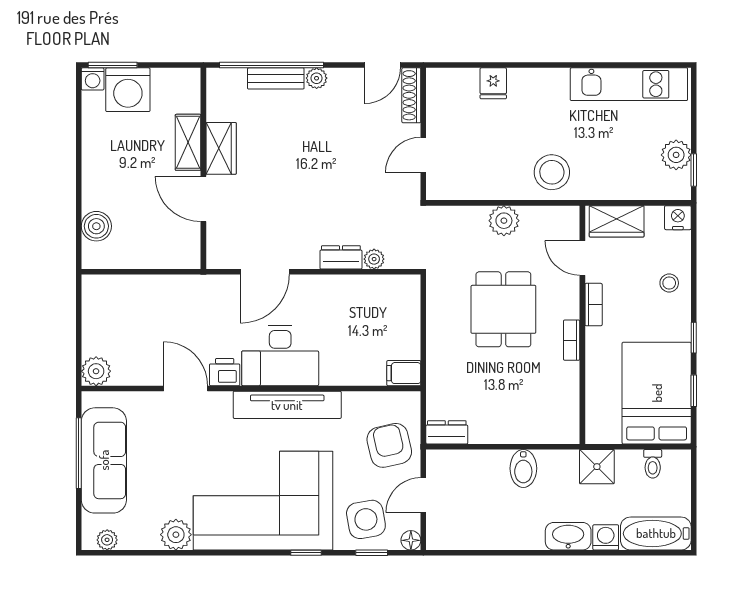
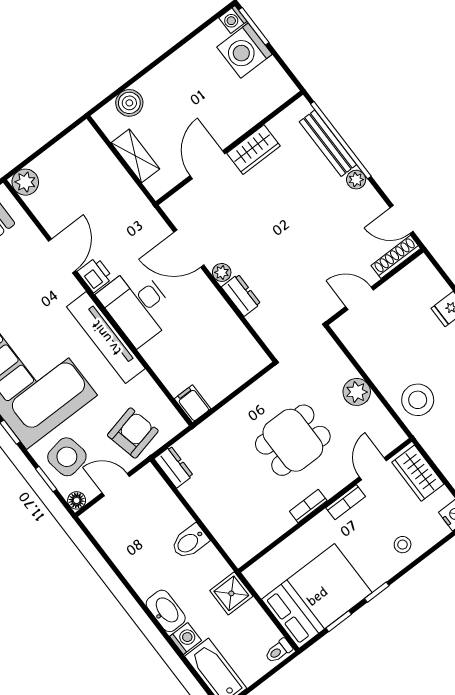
bench: (276, 78) -> (328, 143), width x1.36
shelving: (188, 142) -> (135, 156), moved, turned 90
plant: (374, 259) -> (222, 272), moved
toilet: (653, 464) -> (279, 651), moved

